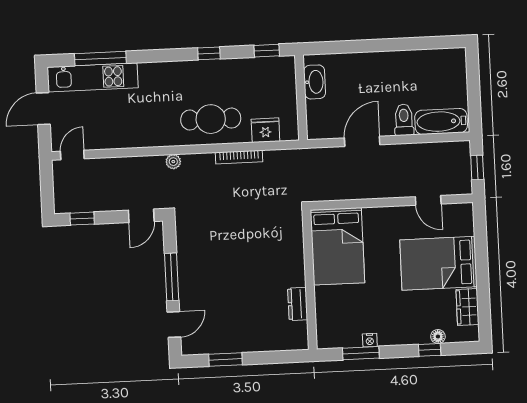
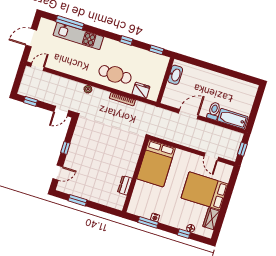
kitchen unit: (93, 77) -> (78, 36), moved
window: (172, 277) -> (65, 148), width x0.46

